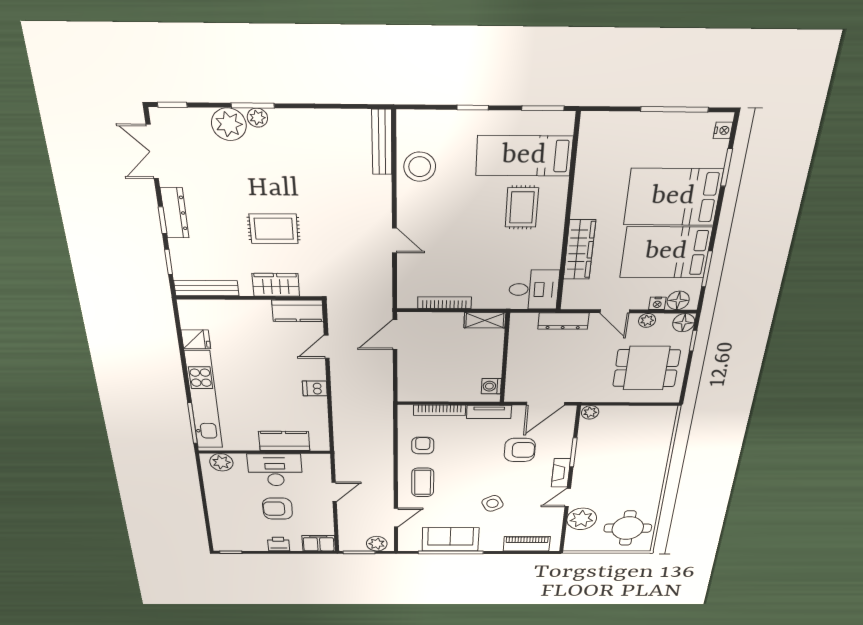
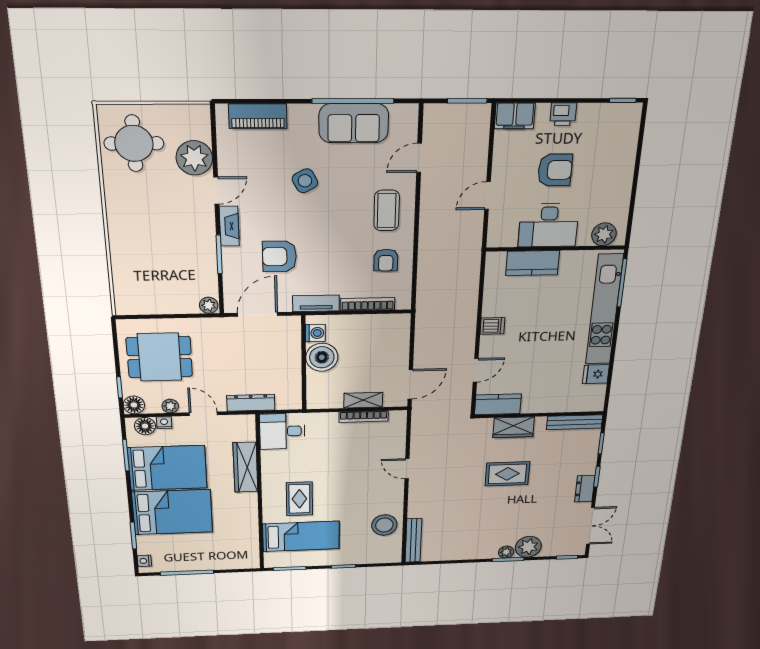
dresser: (175, 213) -> (585, 489), width x0.70
shelving: (485, 320) -> (363, 400), moved
boiler: (486, 364) -> (322, 357), added
plant: (377, 544) -> (444, 116), removed

